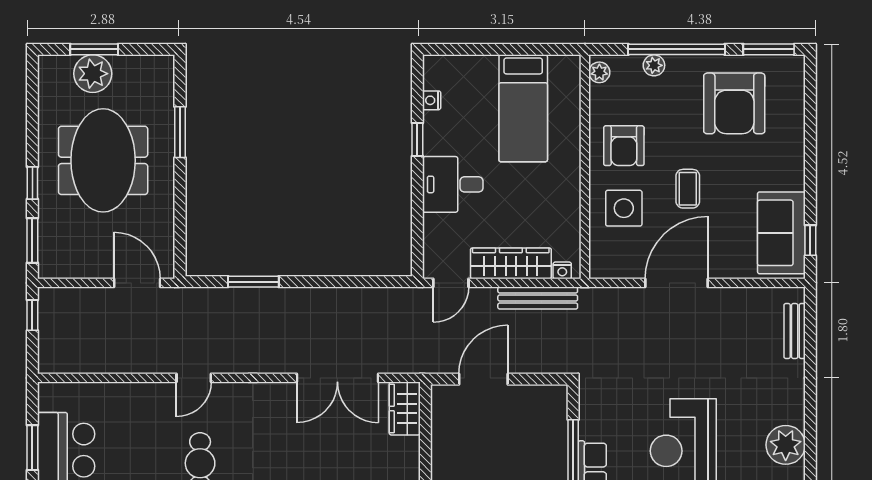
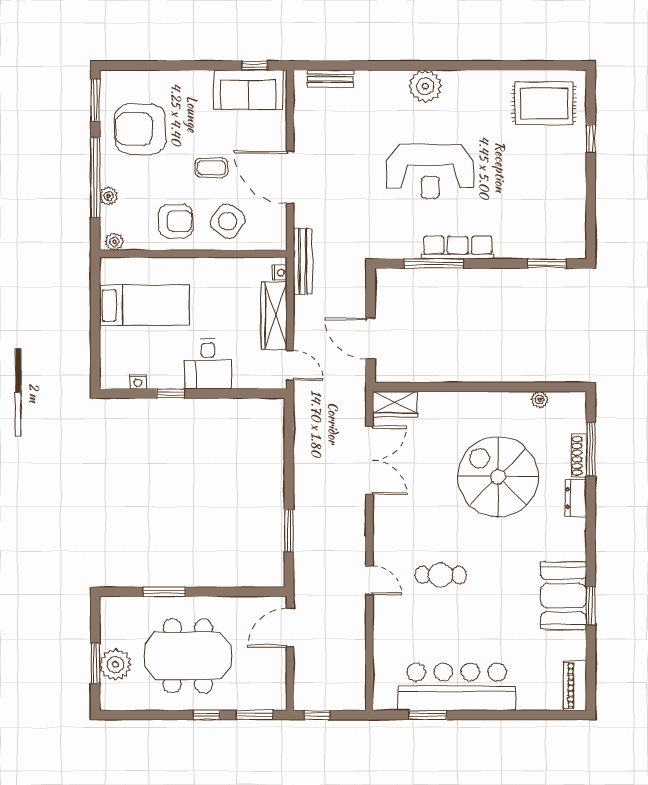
armchair: (734, 103) -> (140, 129), turned 180
side table: (624, 208) -> (228, 221), turned 35
bench: (538, 298) -> (303, 261), moved

